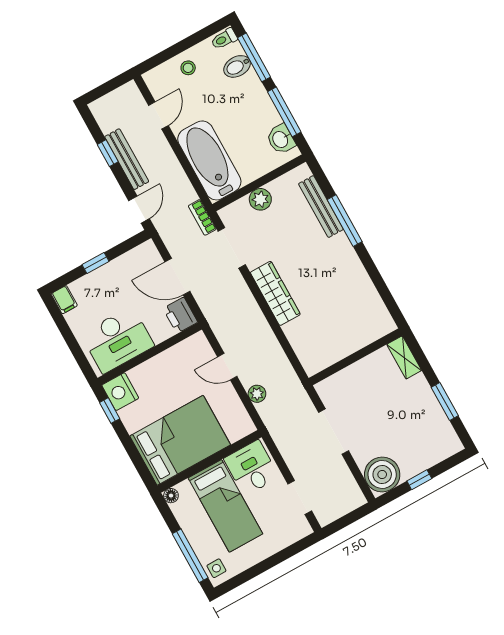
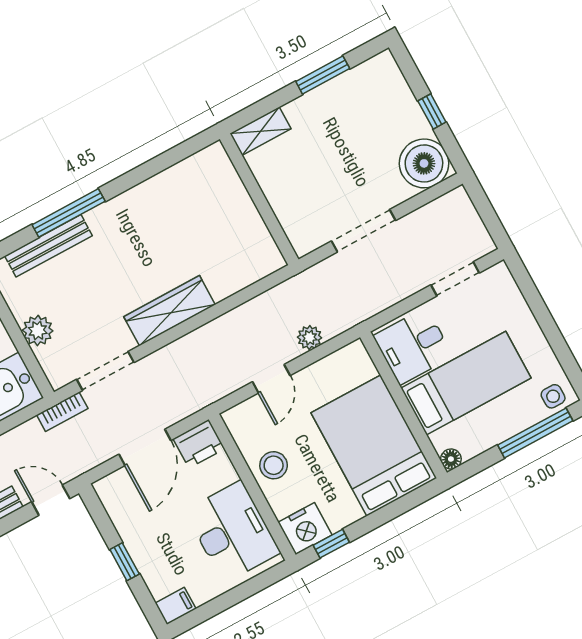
stool: (165, 369) -> (274, 465), added

